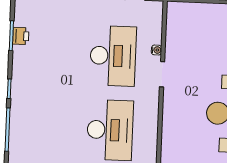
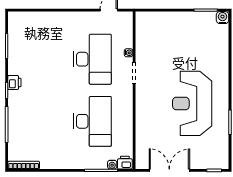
printer: (21, 36) -> (14, 82), moved

